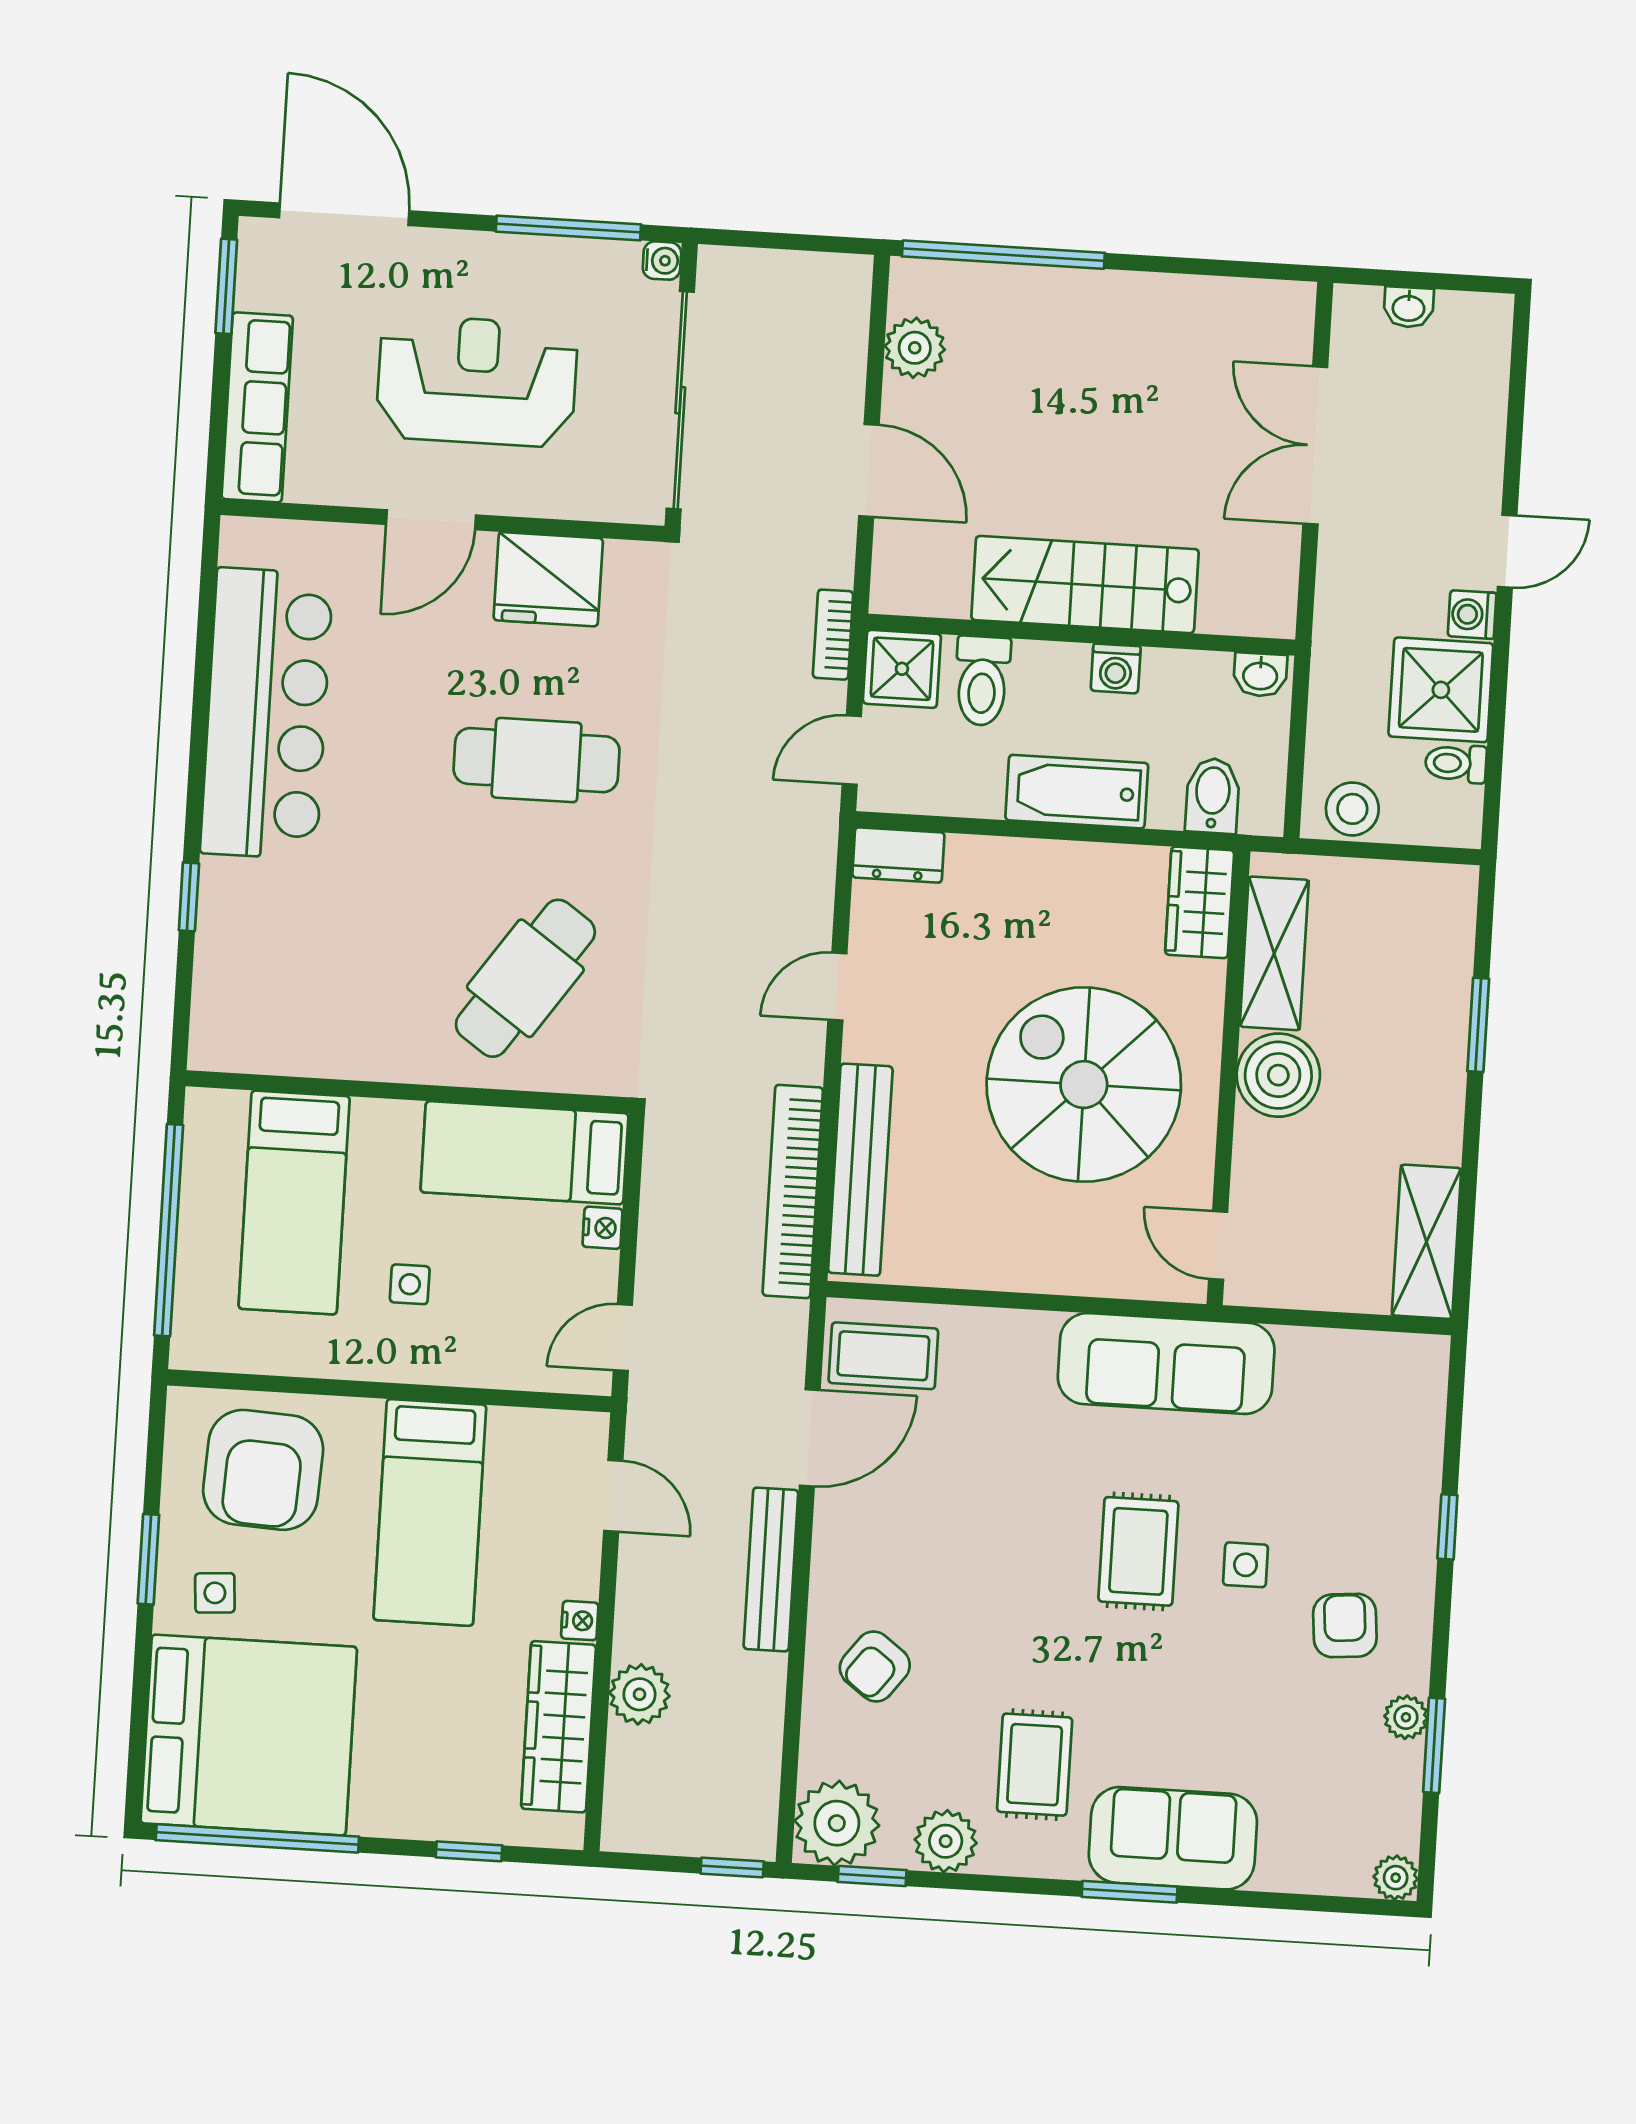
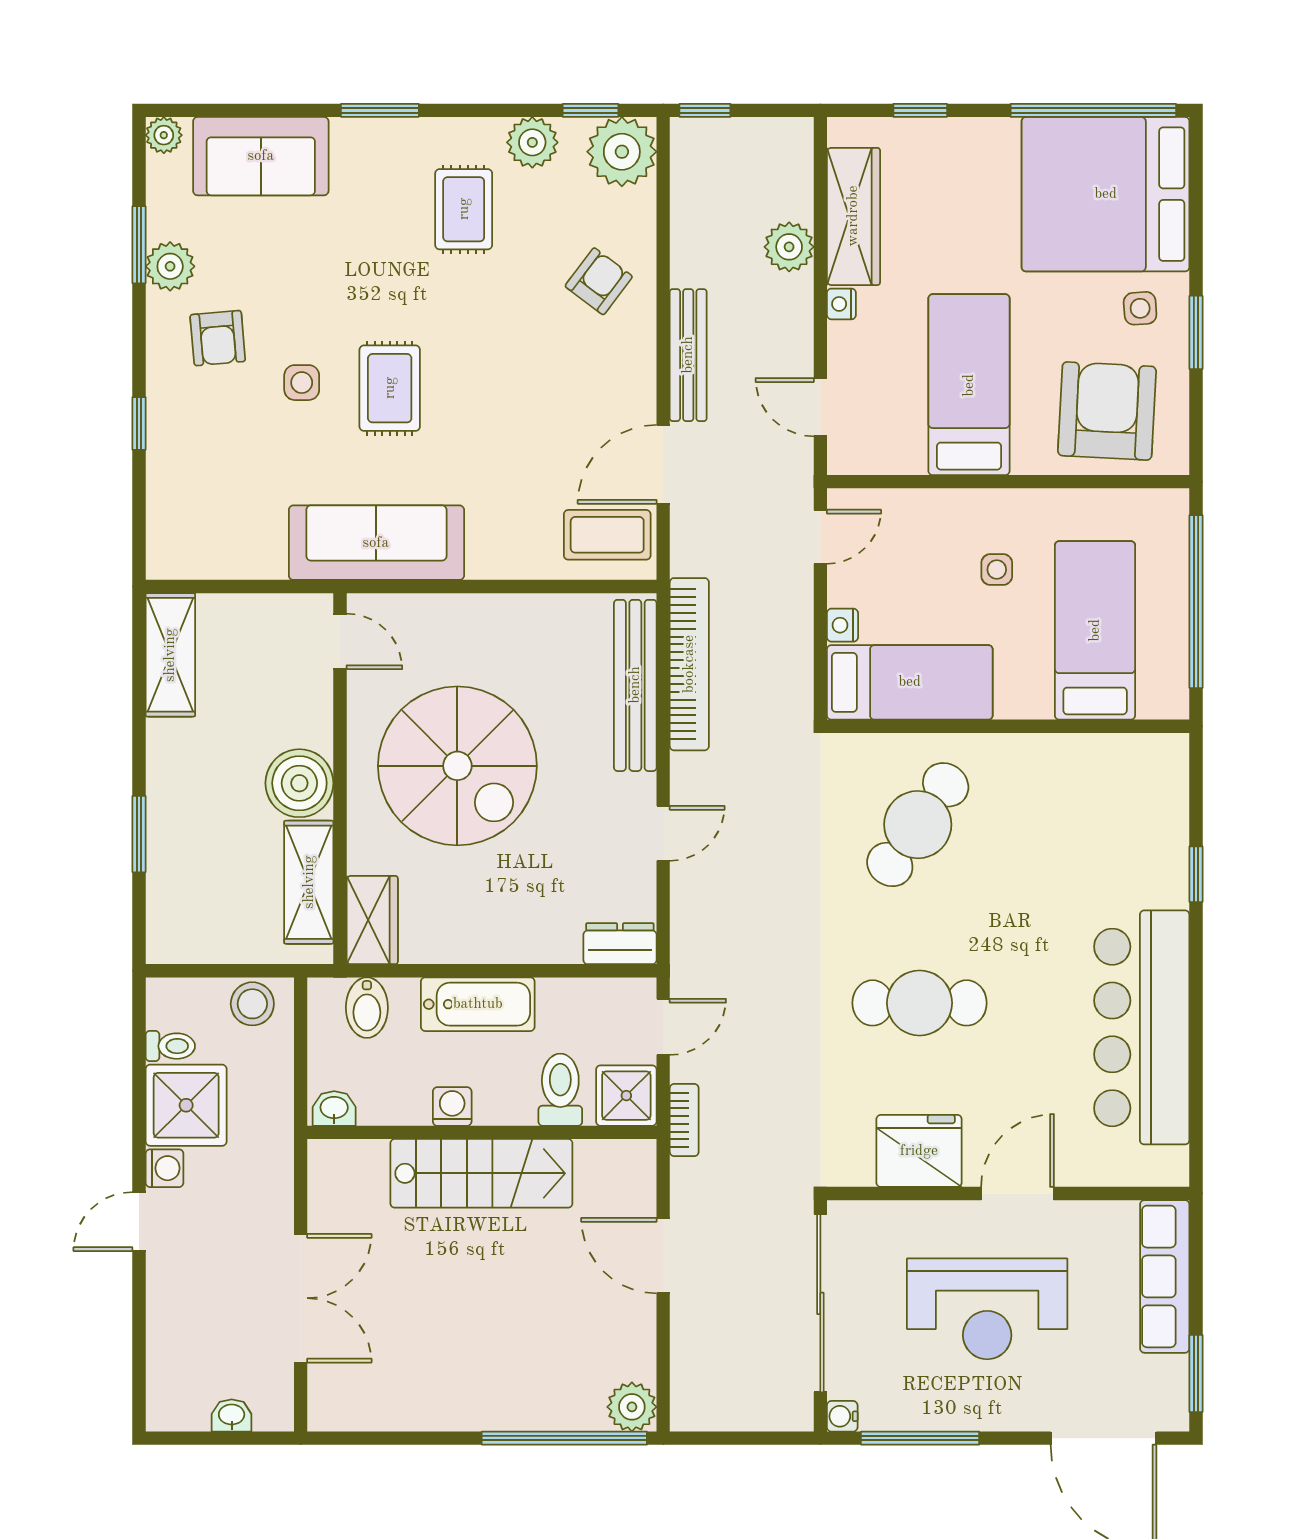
plant: (915, 348) -> (632, 1407), moved
plant: (1406, 1717) -> (170, 266), width x1.38, depth x1.38
sofa: (1173, 1838) -> (261, 156), moved

